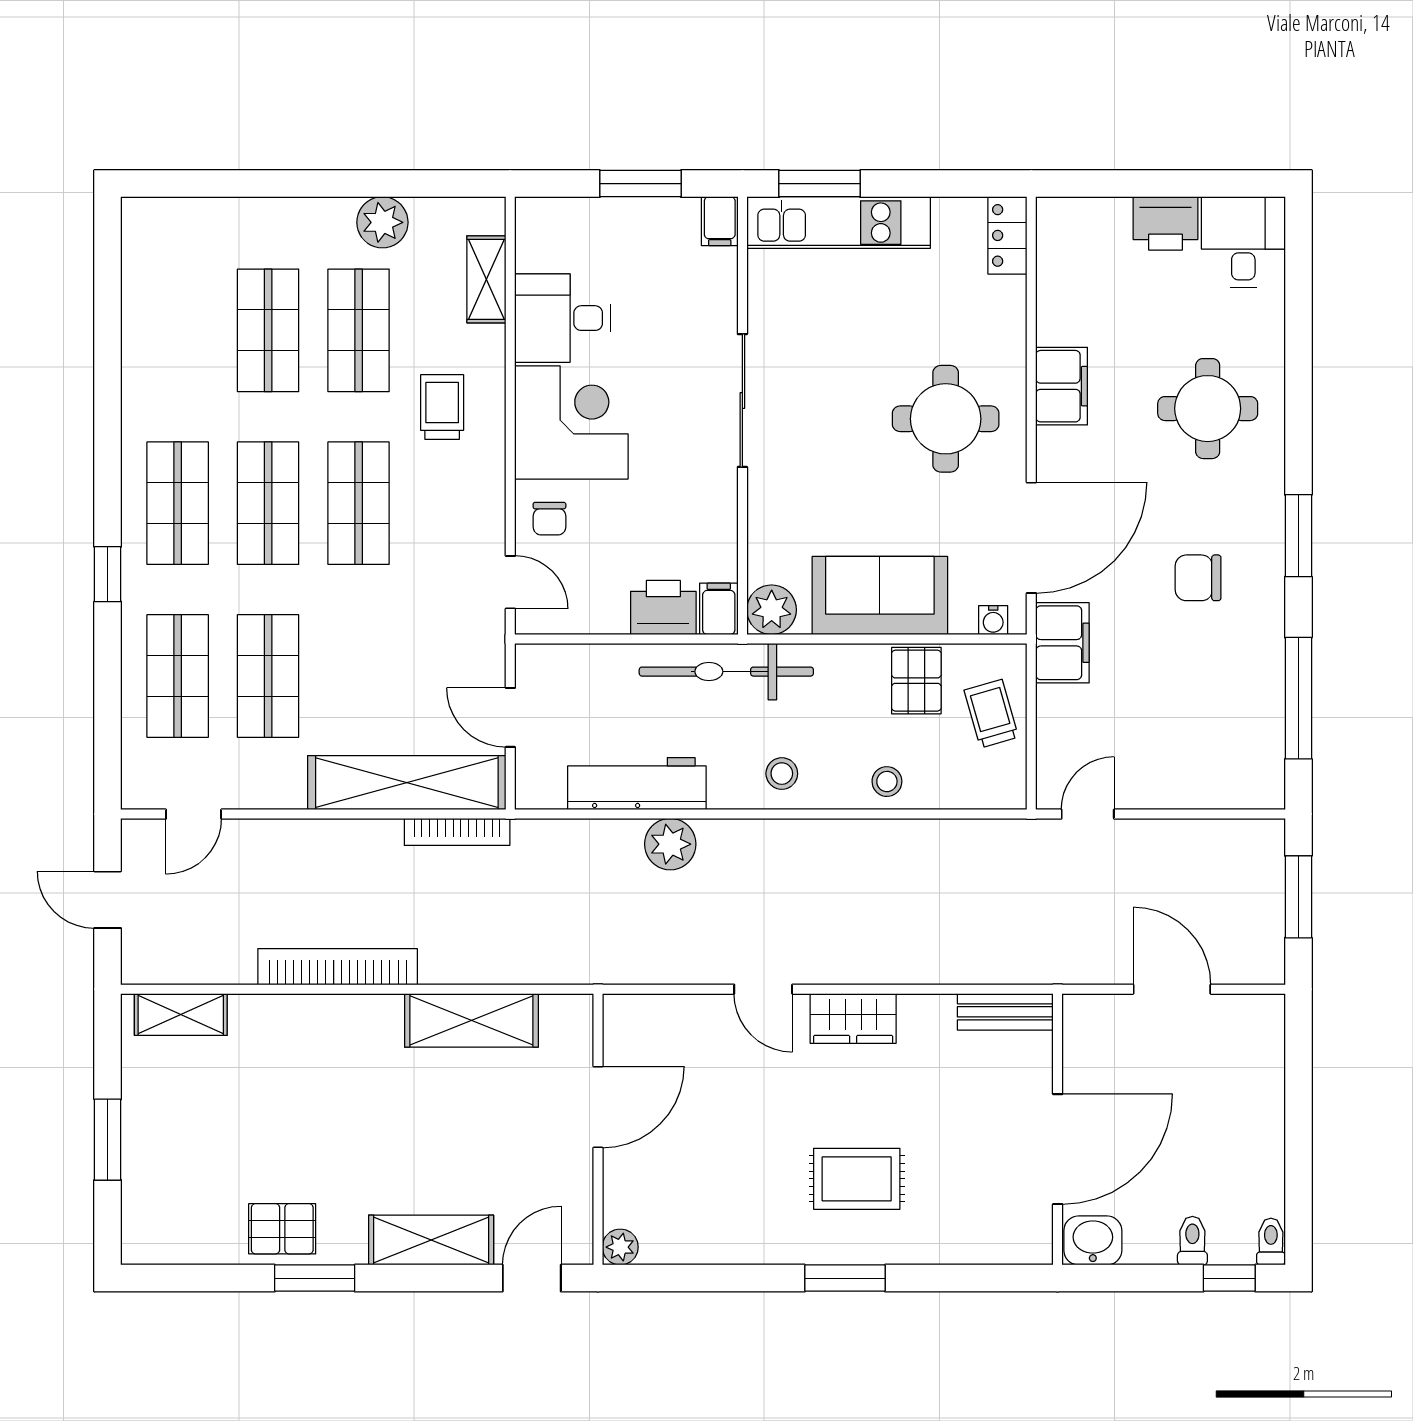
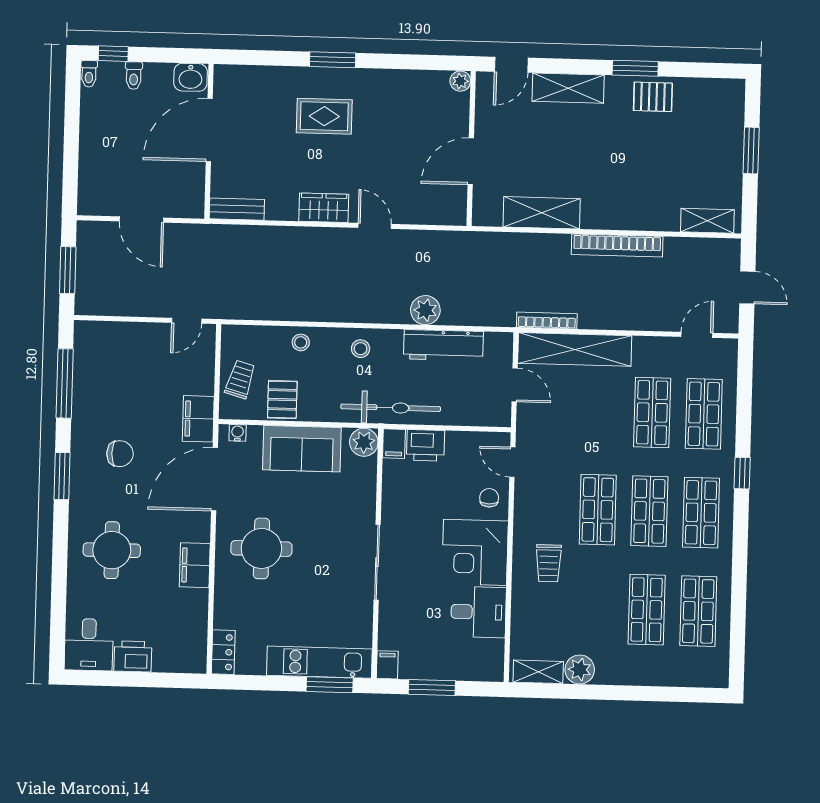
shelving: (486, 279) -> (538, 672), moved, turned 90
shop shelf: (359, 330) -> (698, 611), moved
trolley: (991, 714) -> (240, 379), turned -148

